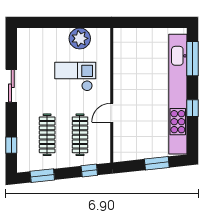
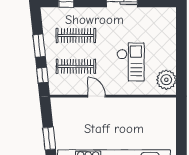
plant: (80, 38) -> (166, 80), moved
window: (42, 176) -> (39, 46), moved

